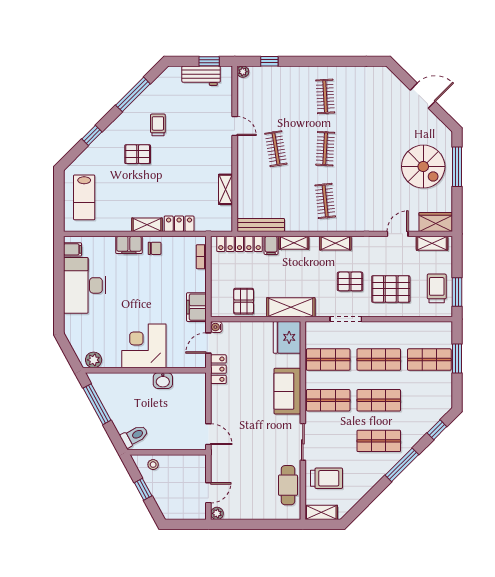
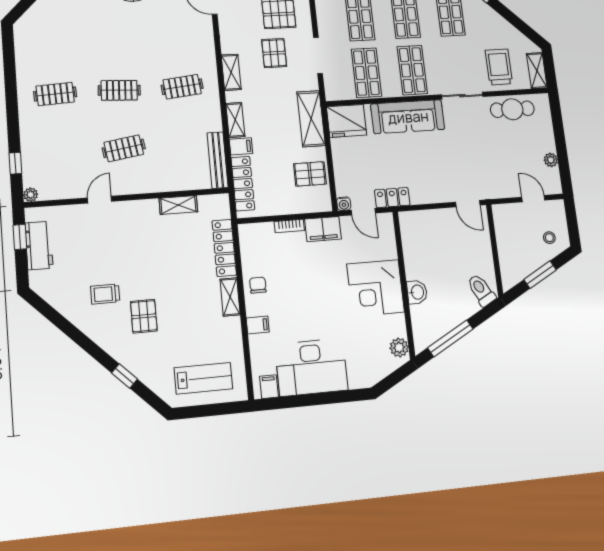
window: (133, 94) -> (69, 329), removed
locker: (179, 224) -> (224, 248), width x1.53
filing cabinet: (129, 245) -> (258, 325), width x0.50
bookcase: (201, 257) -> (289, 226), moved
washbasin: (163, 381) -> (417, 292), moved
sofa: (287, 391) -> (408, 117), width x1.36
door: (208, 434) -> (468, 204), swing flipped
stool: (153, 465) -> (549, 238), moved
window: (143, 489) -> (540, 275), width x1.50
plant: (217, 513) -> (551, 160), moved

